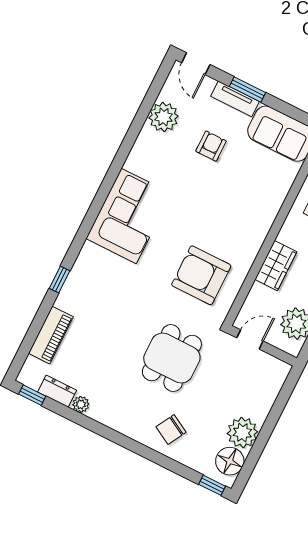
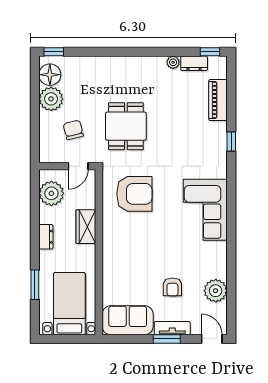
chair: (171, 429) -> (73, 130), moved, turned -43

